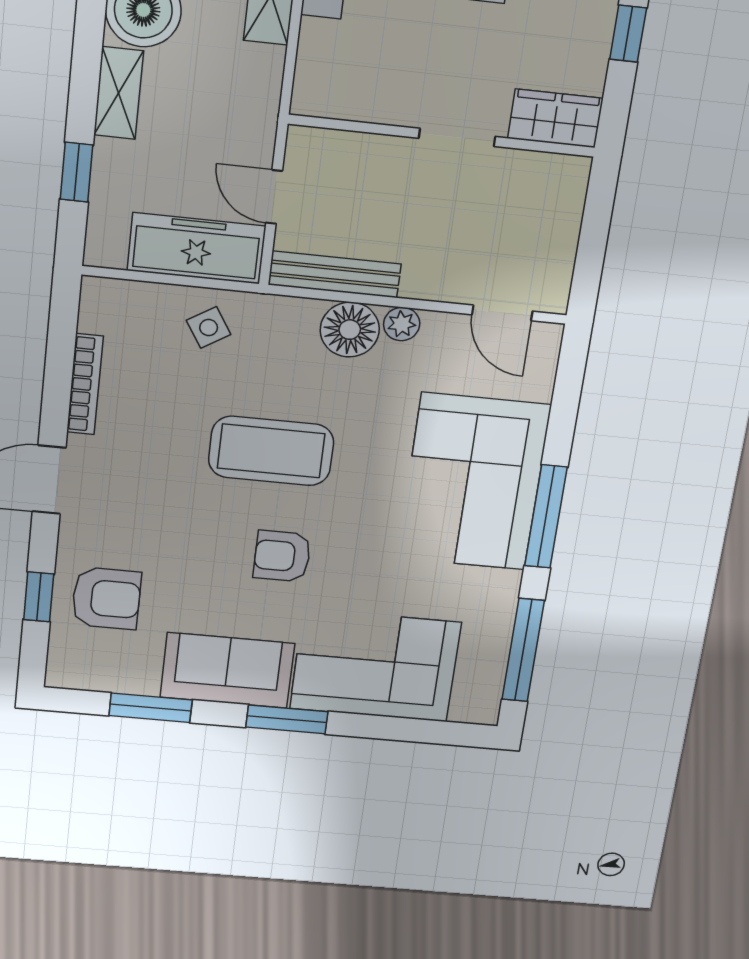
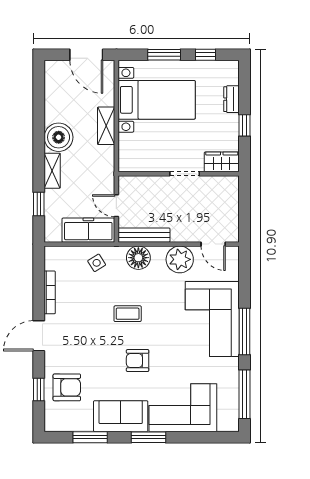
plant: (402, 324) -> (180, 259), width x1.88, depth x1.88
floor lamp: (350, 330) -> (138, 258), moved
coffee table: (271, 451) -> (128, 314), width x0.54, depth x0.58

